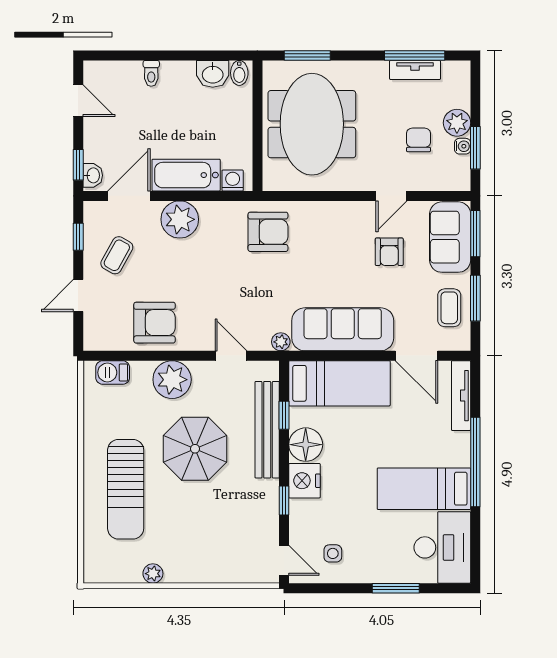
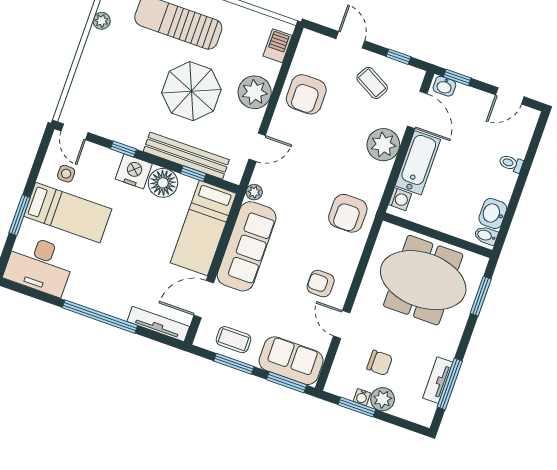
armchair: (389, 252) -> (321, 284), moved
bed: (424, 489) -> (68, 213), moved, turned 90
door: (284, 560) -> (75, 132), hinge flipped

